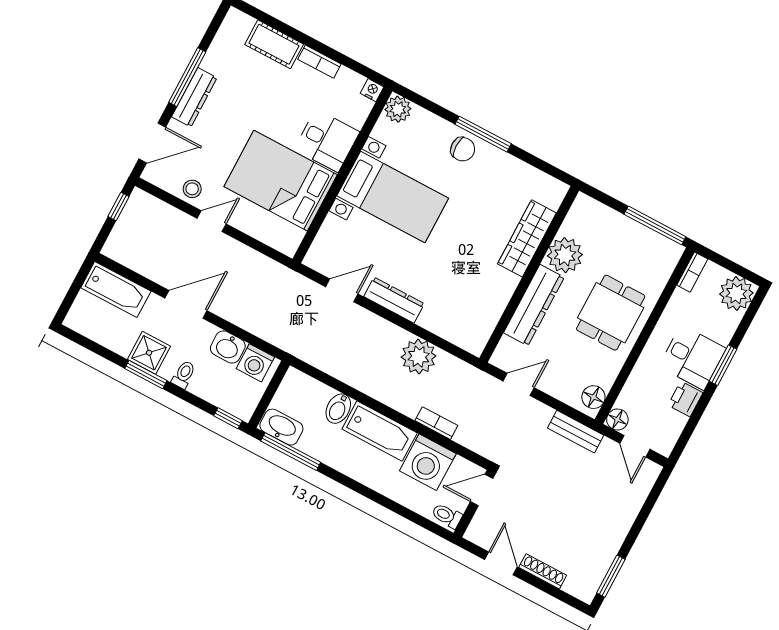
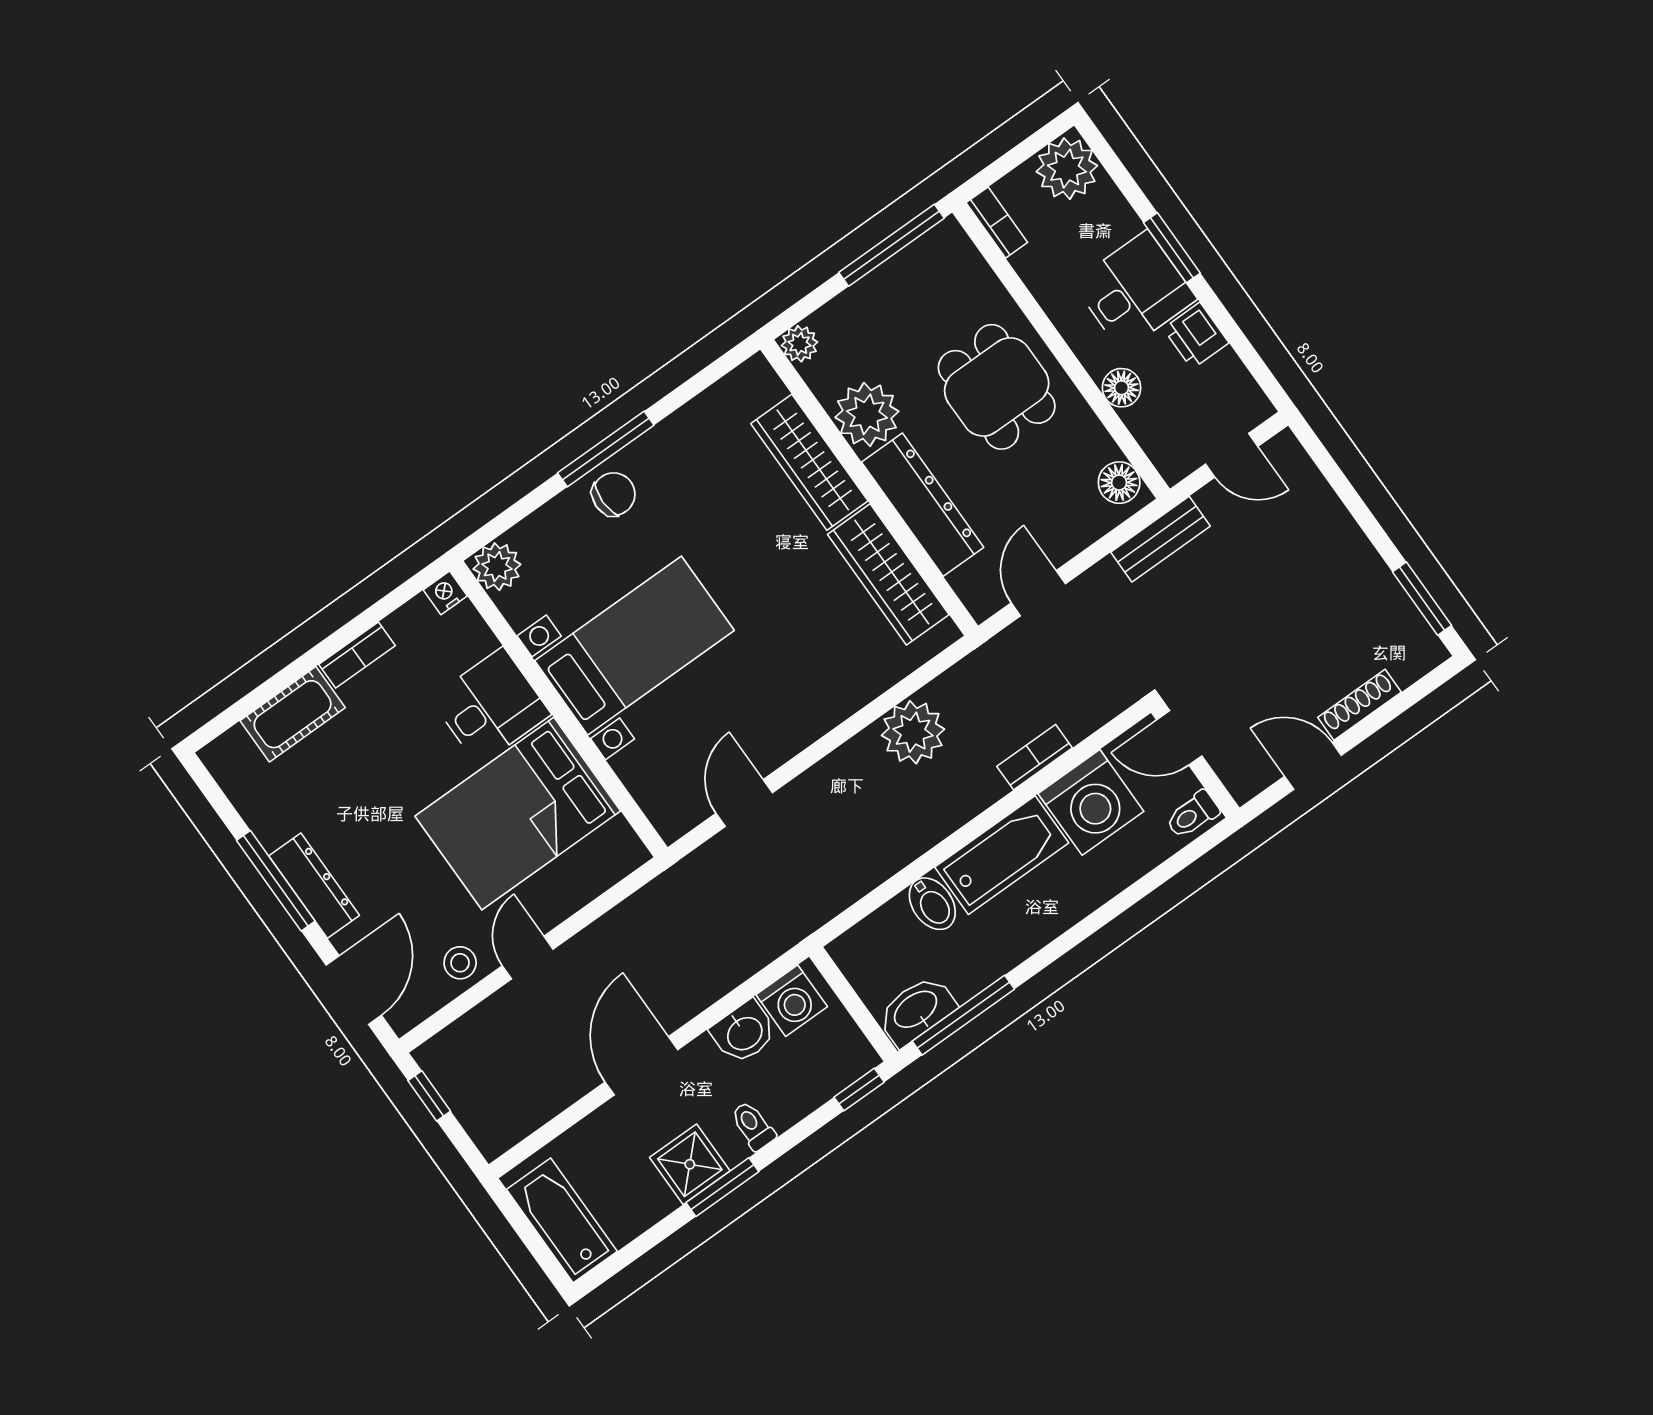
plant: (583, 204) -> (800, 344), added
bathtub: (116, 290) -> (562, 1220), moved, turned -90
dresser: (394, 300) -> (802, 726), removed
wardrobe: (491, 305) -> (888, 574), added
floor lamp: (617, 419) -> (1122, 388), moved
door: (482, 490) -> (1179, 738), hinge flipped

